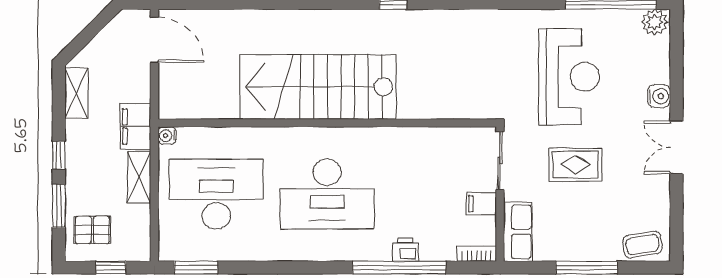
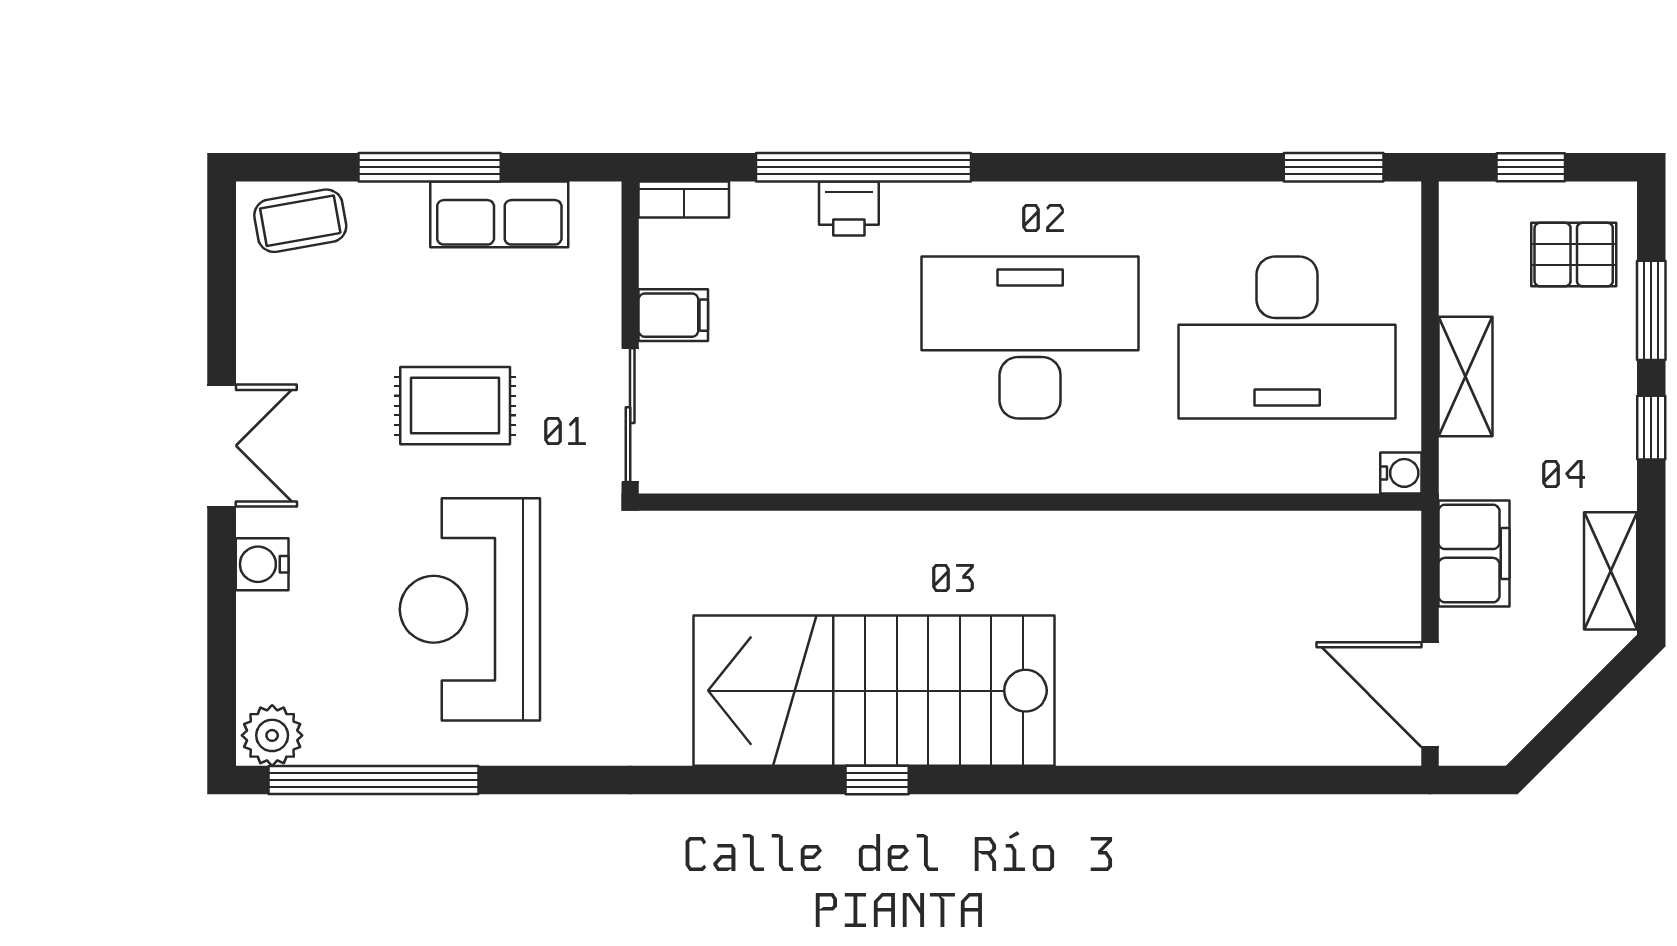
stairs: (318, 87) -> (874, 691), moved, turned 180
filing cabinet: (135, 126) -> (1474, 553), moved
row of seats: (518, 232) -> (499, 214), moved, turned -90

